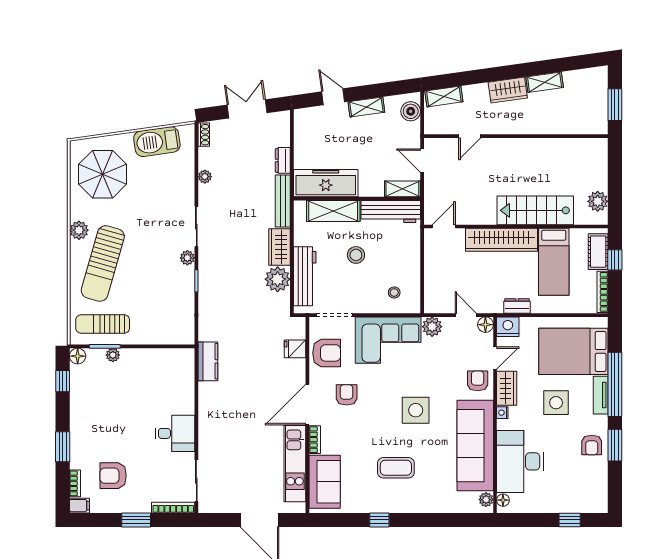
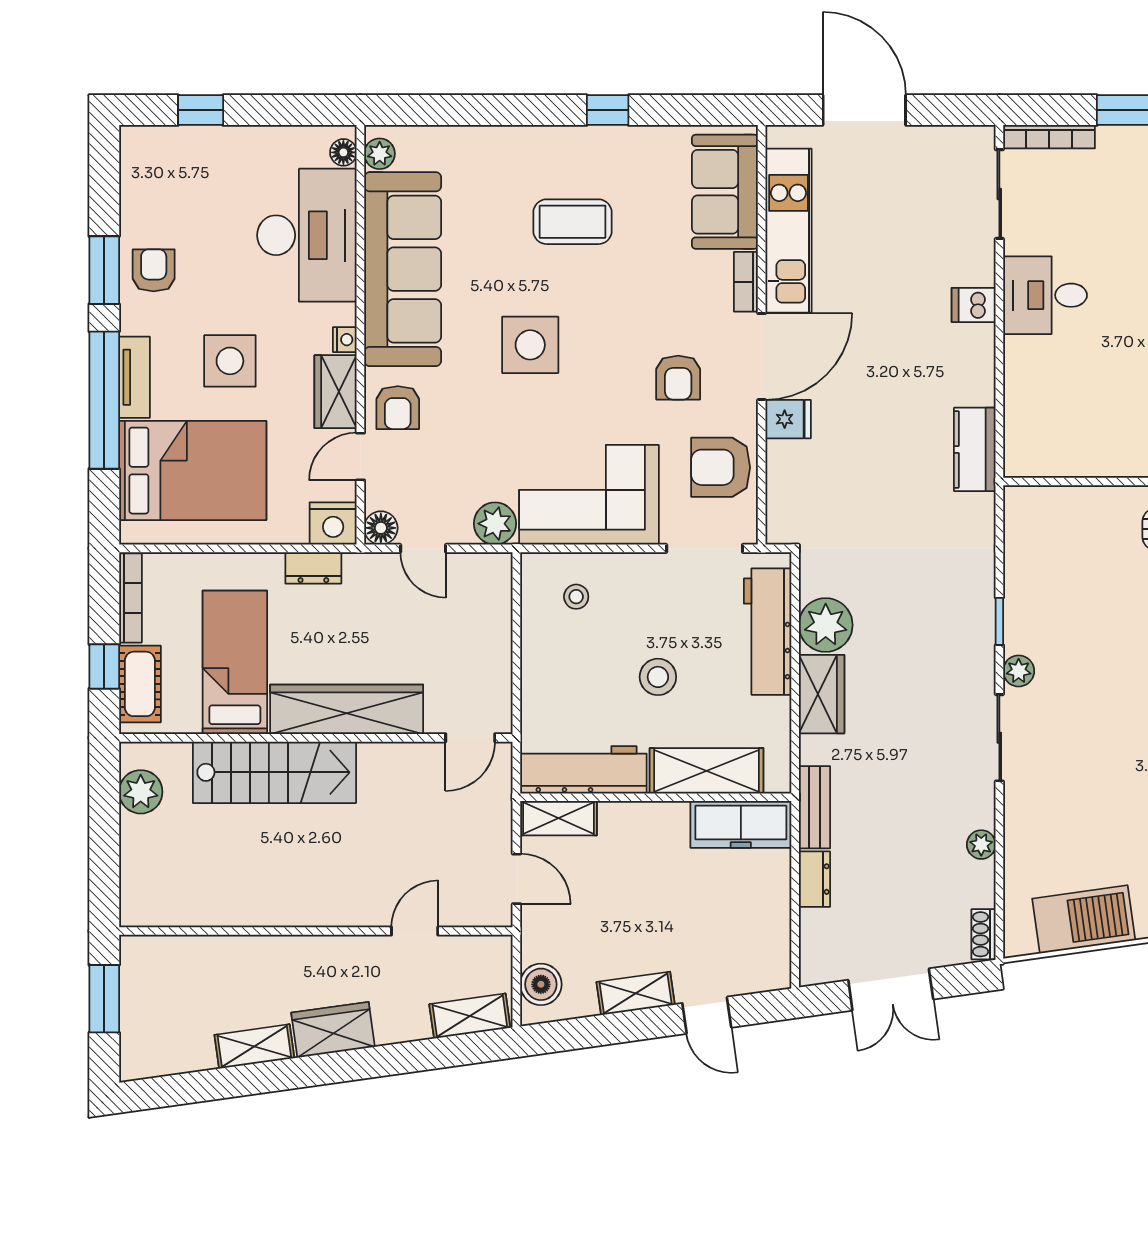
freezer: (326, 183) -> (741, 824), width x0.73, depth x0.79
bench: (283, 201) -> (814, 807), width x0.73
fridge: (295, 349) -> (788, 419), moved
dishwasher: (208, 429) -> (974, 305), added

